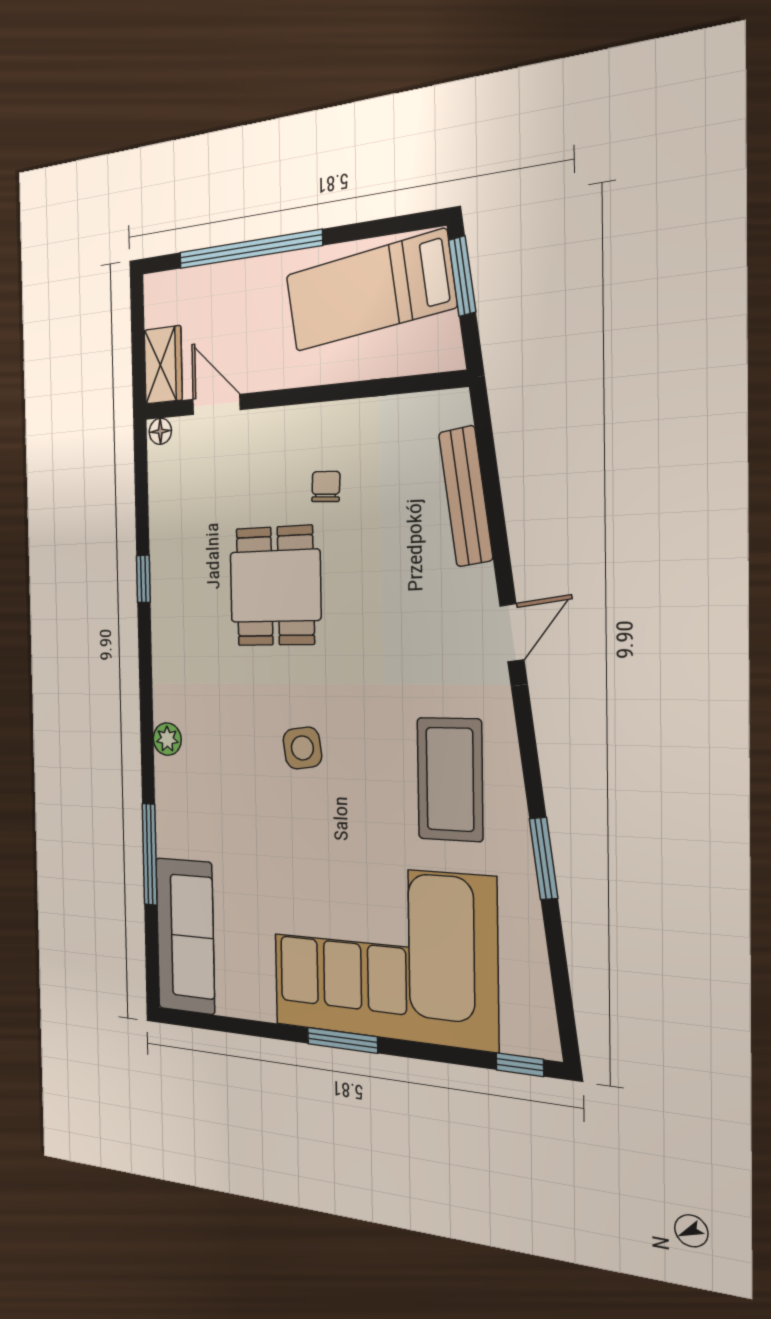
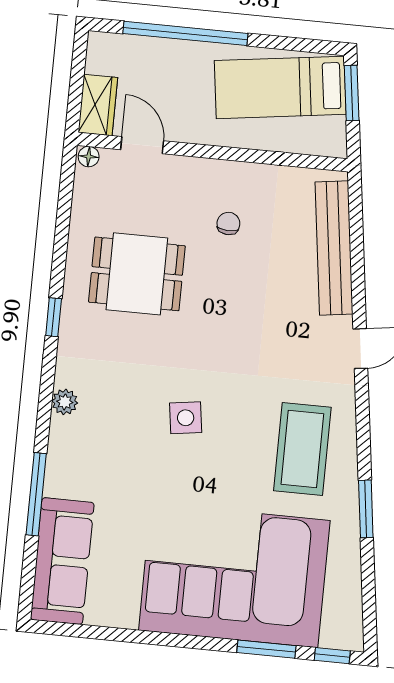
bench: (466, 496) -> (334, 248), width x1.37, depth x1.21
window: (143, 579) -> (54, 317), moved
dining table: (275, 586) -> (137, 274), moved, turned 90
window: (342, 1040) -> (266, 649), moved

